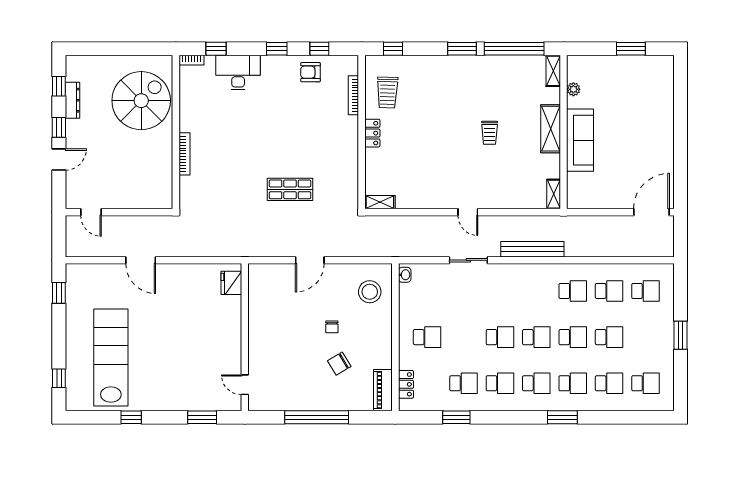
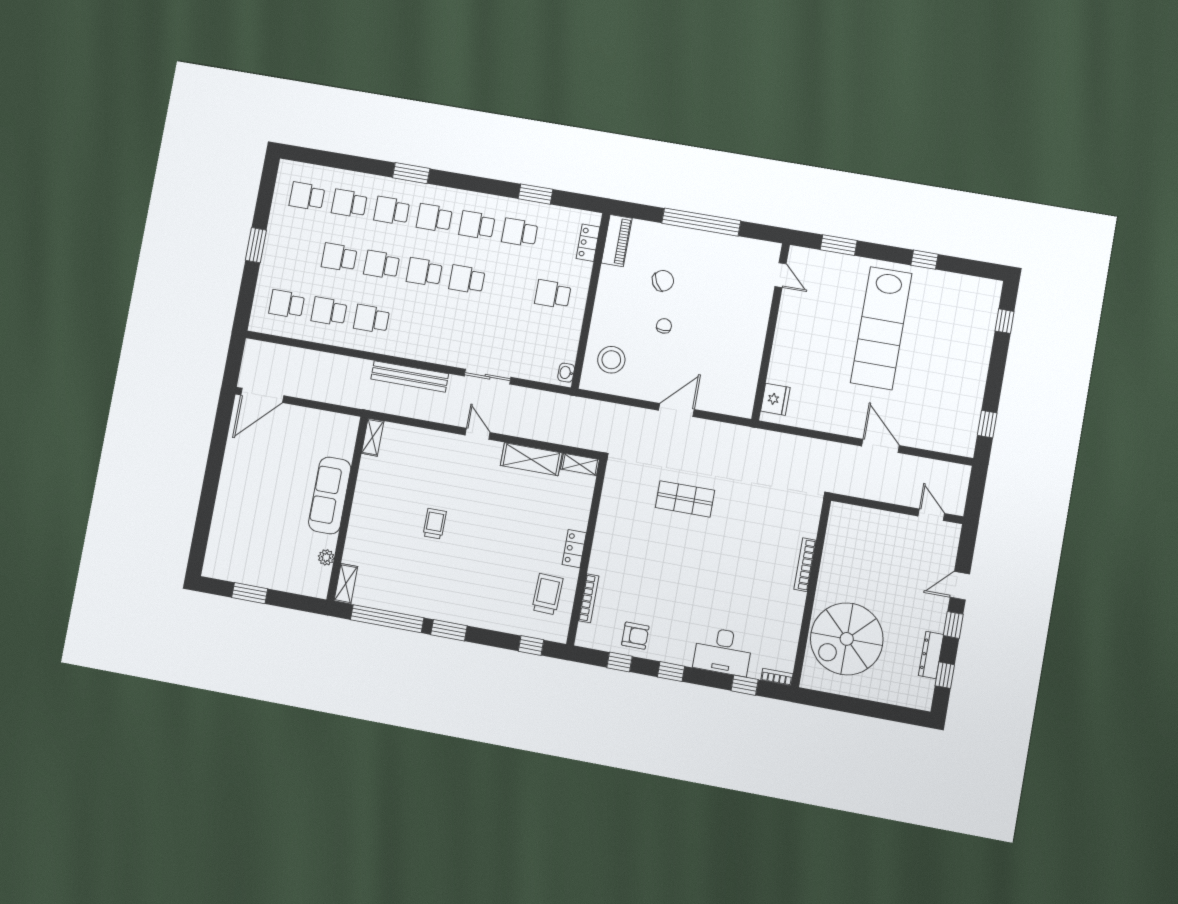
shelving: (551, 129) -> (531, 459), moved, turned 90
lab bench: (111, 358) -> (881, 328), moved

